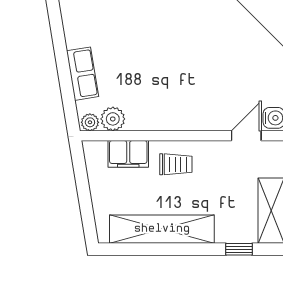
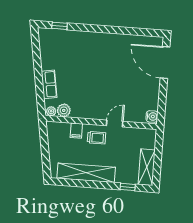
door: (246, 136) -> (115, 123), moved
filing cabinet: (128, 154) -> (76, 131), width x0.50

